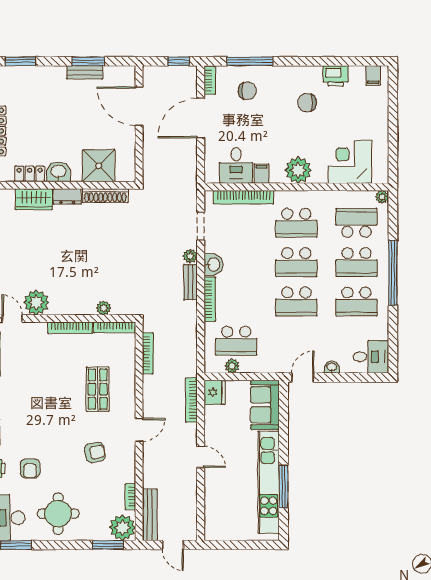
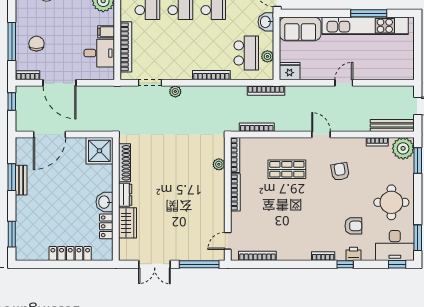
shower: (99, 166) -> (99, 151), moved
washbasin: (213, 265) -> (266, 22), moved, turned -90
bench: (190, 282) -> (197, 91), removed
plant: (36, 302) -> (214, 221), removed
bookcase: (191, 400) -> (266, 91), moved

